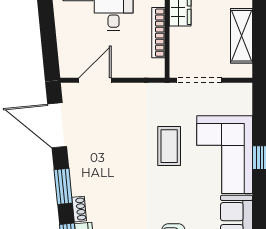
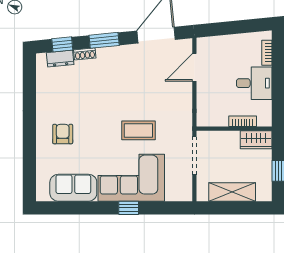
bookcase: (158, 33) -> (243, 121), width x0.64
door: (95, 80) -> (194, 67), swing flipped

